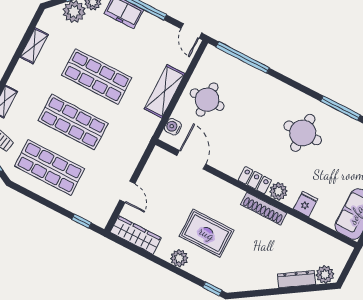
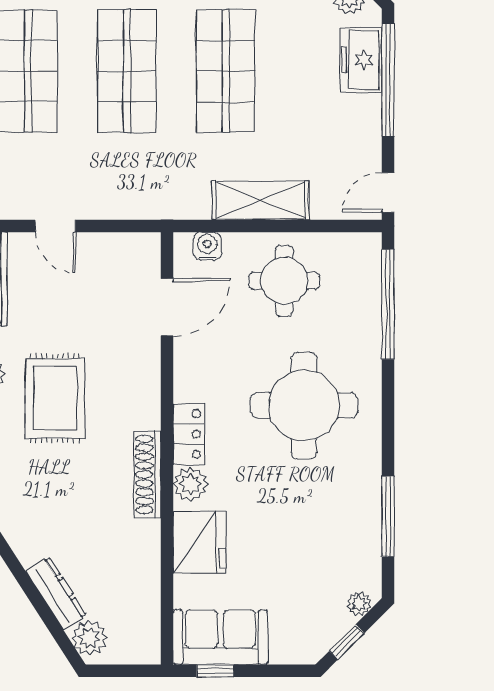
round table: (303, 133) -> (304, 406), moved, width x1.36, depth x1.36
door: (127, 192) -> (55, 226), hinge flipped
fridge: (306, 204) -> (200, 542), width x1.88, depth x1.34

